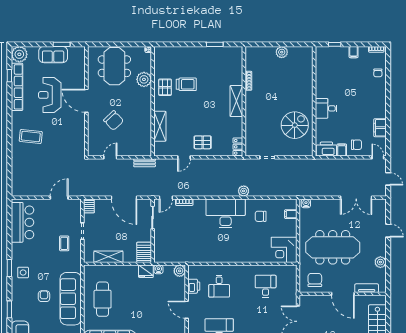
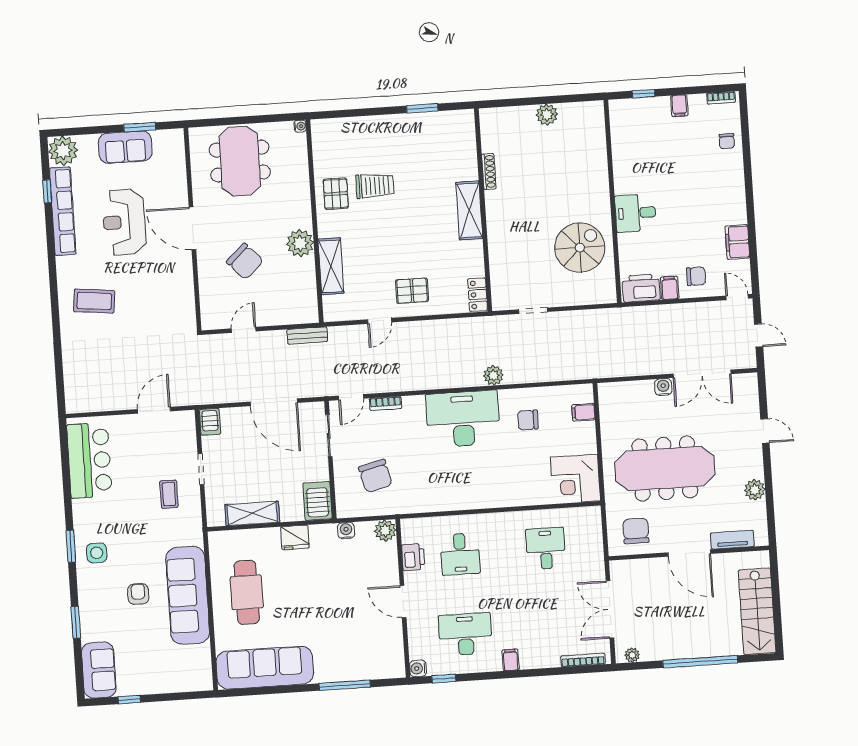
plant: (144, 79) -> (300, 243), moved
water cooler: (306, 203) -> (663, 387), moved
chair: (176, 241) -> (375, 476), added
fridge: (146, 271) -> (295, 537), moved

